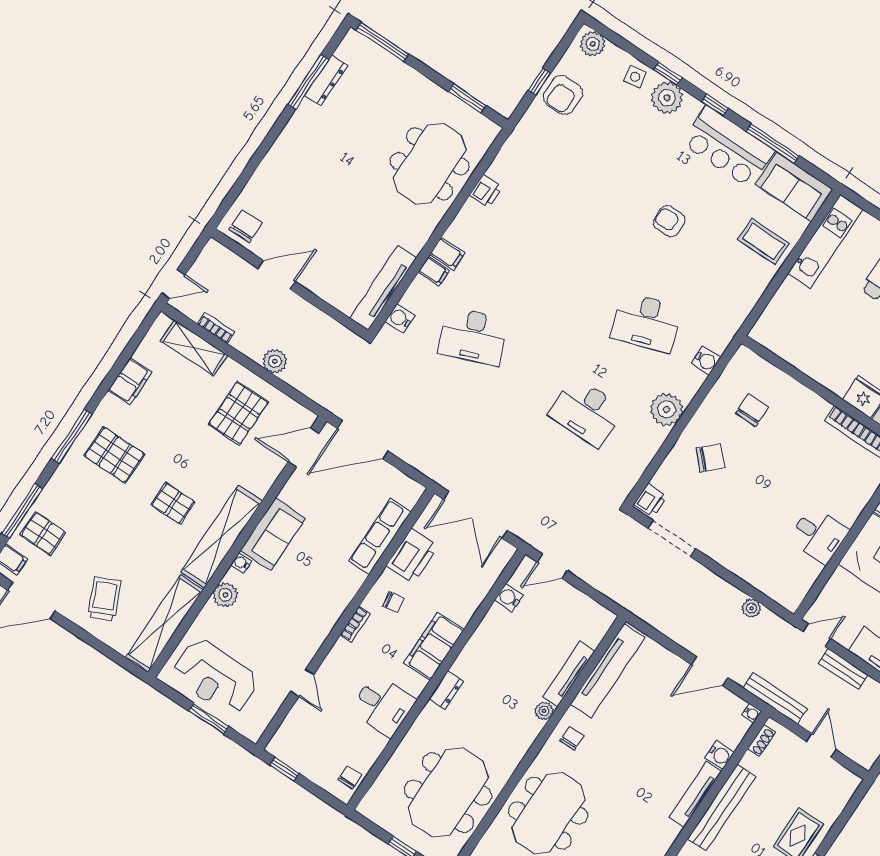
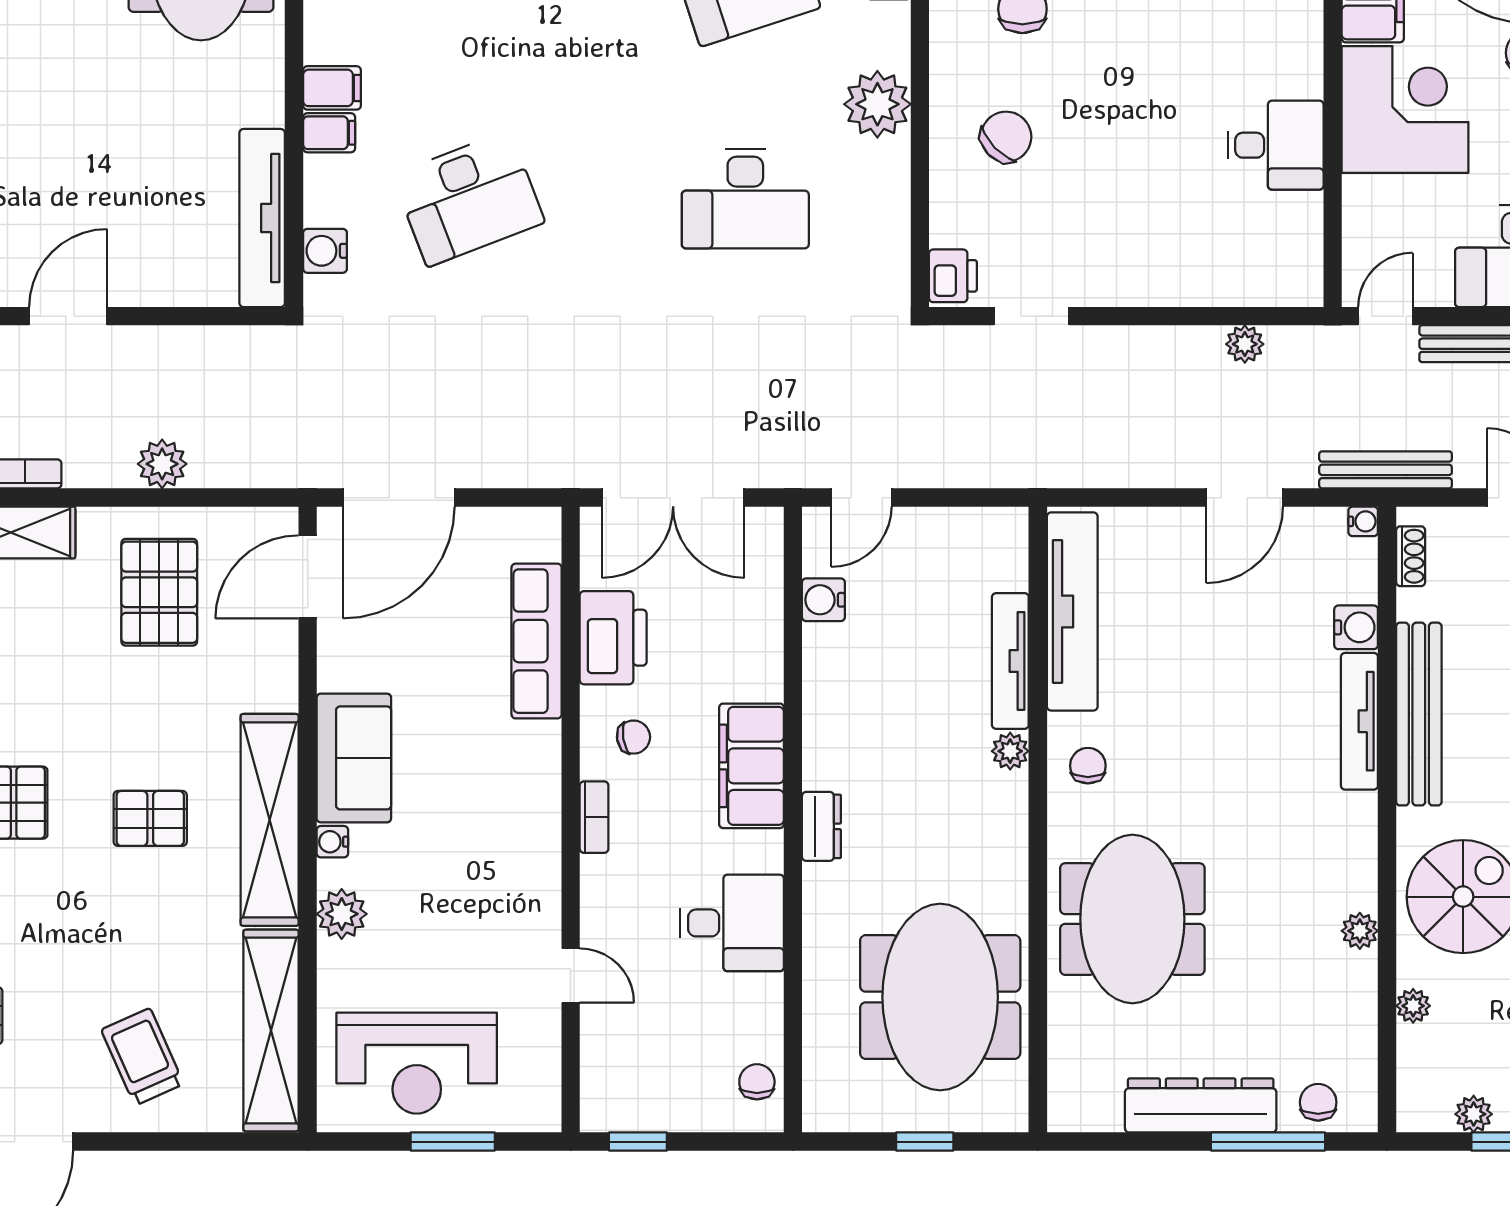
doorway: (672, 538) -> (1032, 316), width x0.73

